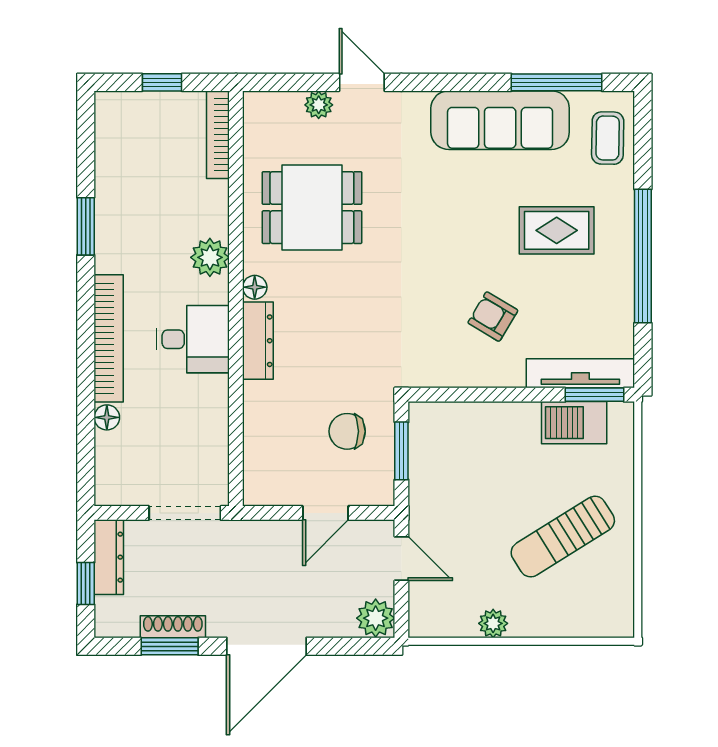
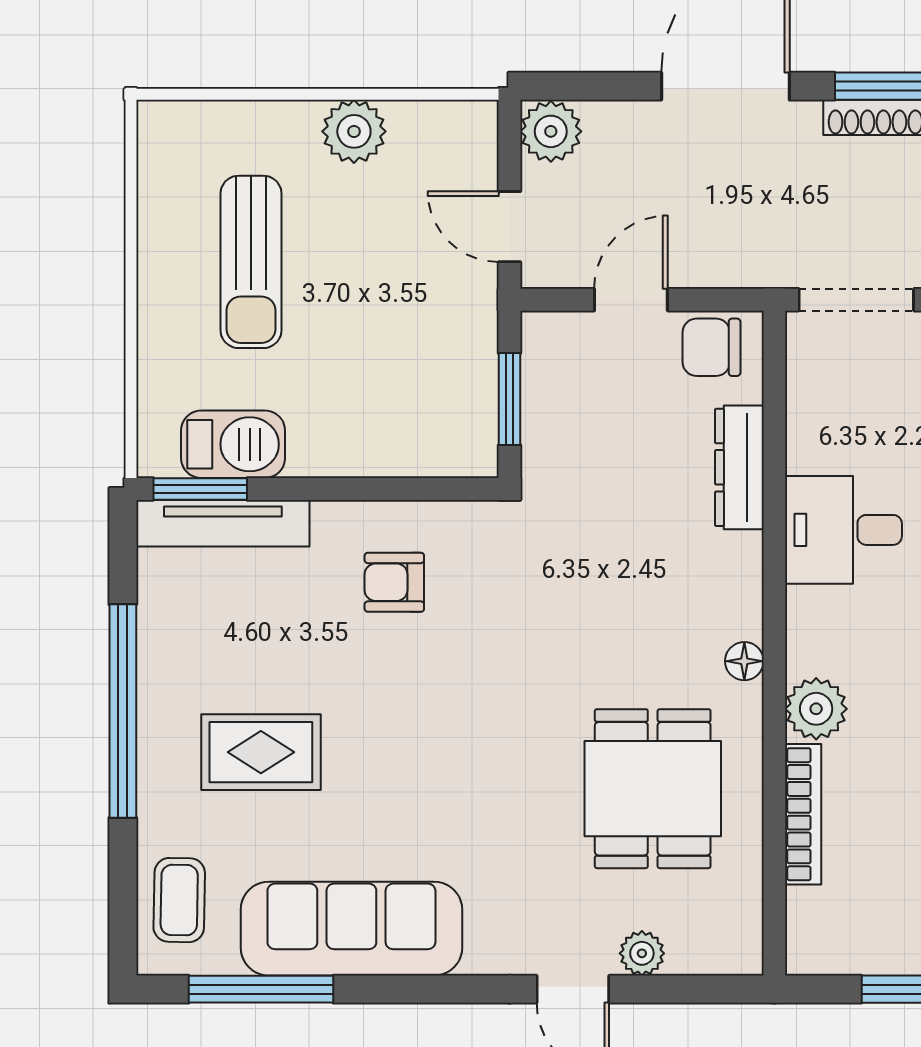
bookcase: (218, 135) -> (803, 814), moved
dining table: (312, 208) -> (653, 789), turned 90
armchair: (493, 317) -> (394, 582), moved, turned 149
desk: (193, 339) -> (844, 530), moved
dresser: (258, 341) -> (739, 467), moved
chair: (347, 431) -> (711, 347), moved, turned 180
sun lounger: (563, 537) -> (251, 262), turned 122
plant: (493, 623) -> (354, 131), width x1.38, depth x1.38

